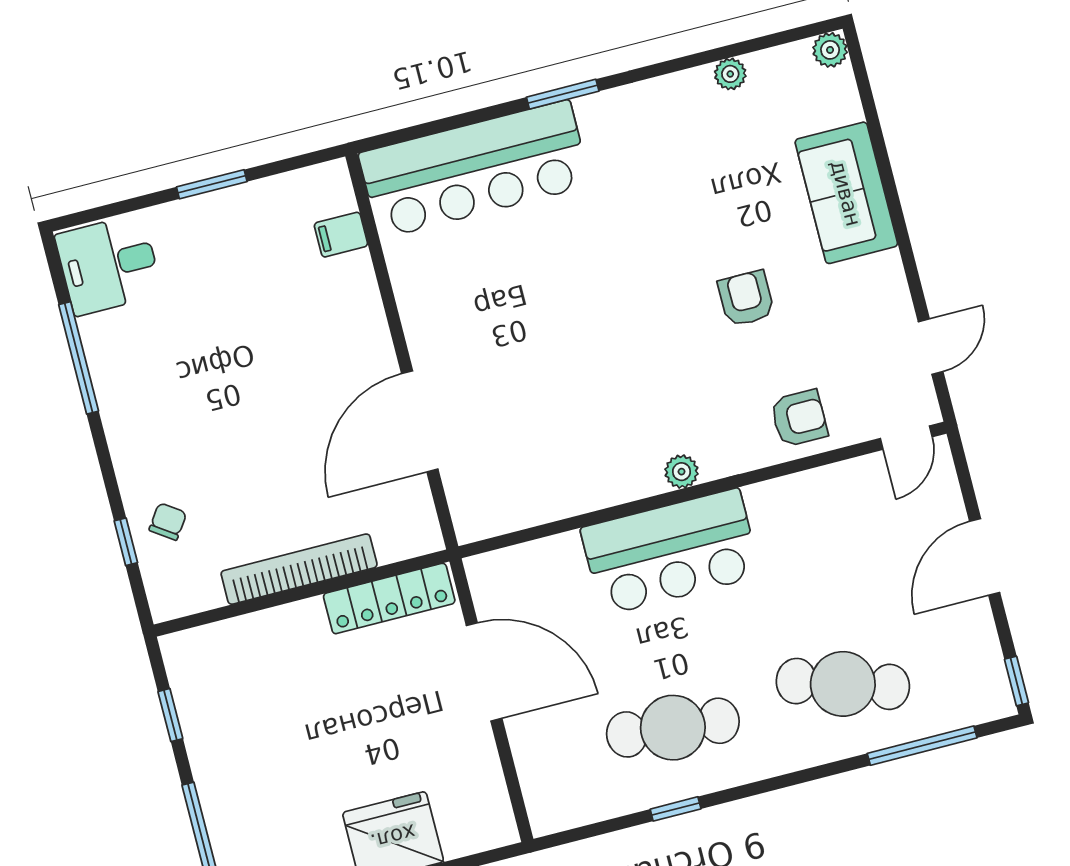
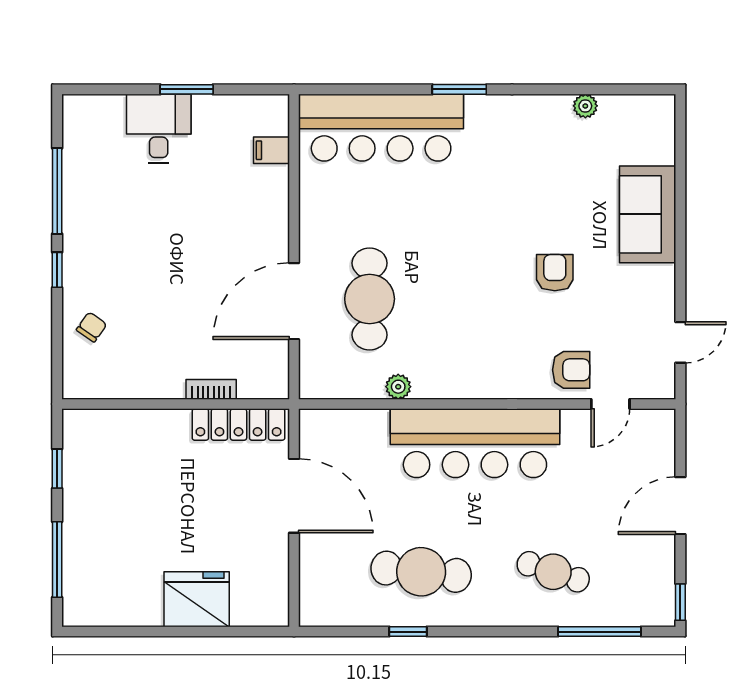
plant: (830, 50) -> (663, 107), removed
desk: (109, 265) -> (159, 129), moved, turned 90
cafe table: (516, 394) -> (370, 299), added
door: (906, 438) -> (610, 404), moved
plant: (682, 472) -> (398, 387), moved
window: (126, 542) -> (57, 270), moved
bar counter: (671, 552) -> (475, 443), width x1.36
bookcase: (299, 569) -> (211, 389), width x0.43, depth x0.76
cafe table: (843, 684) -> (553, 572), width x0.73, depth x0.74

